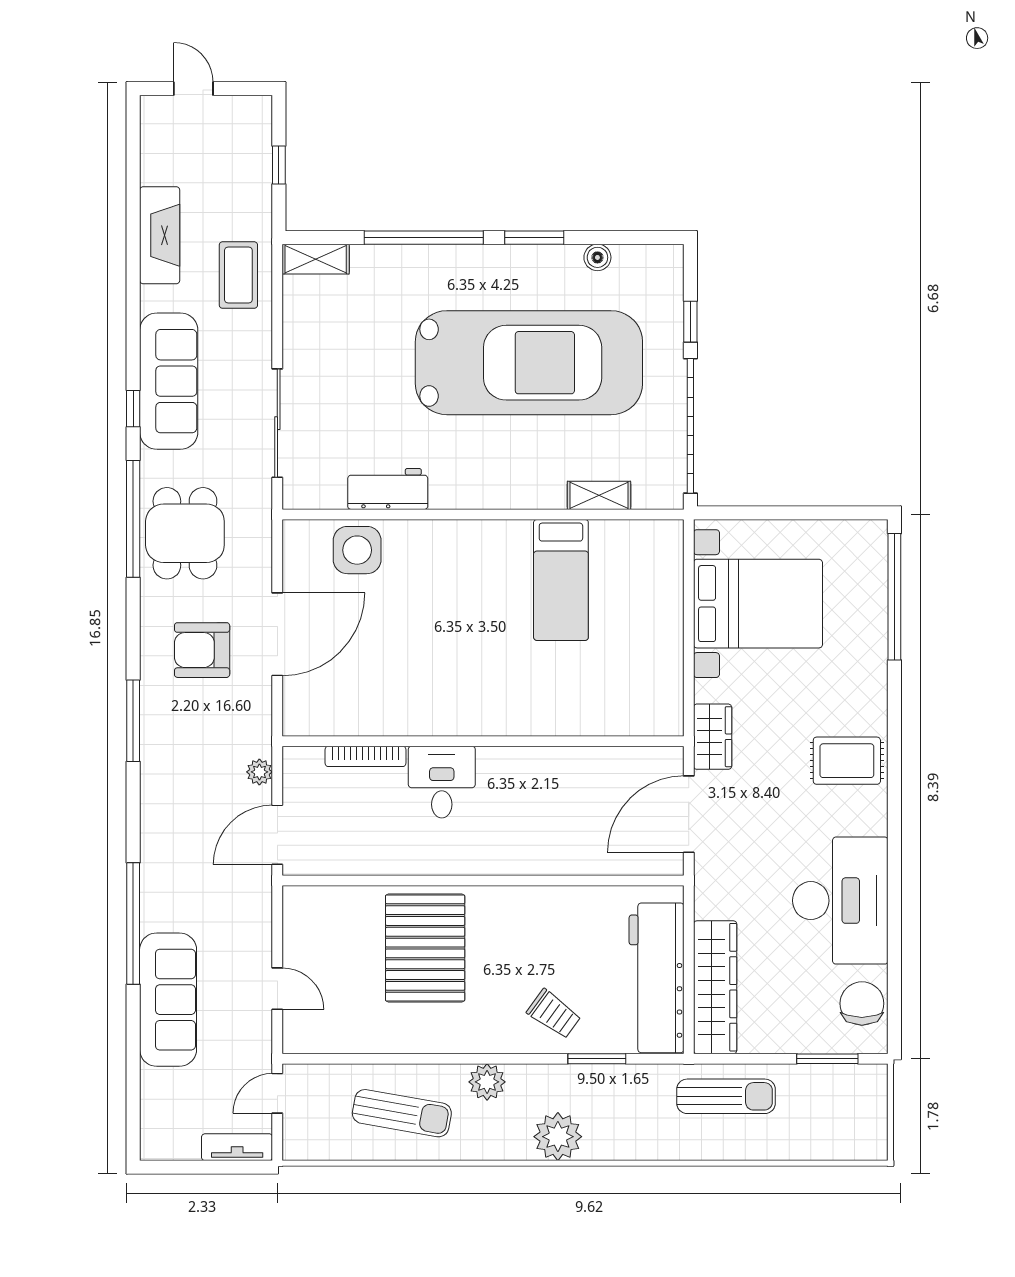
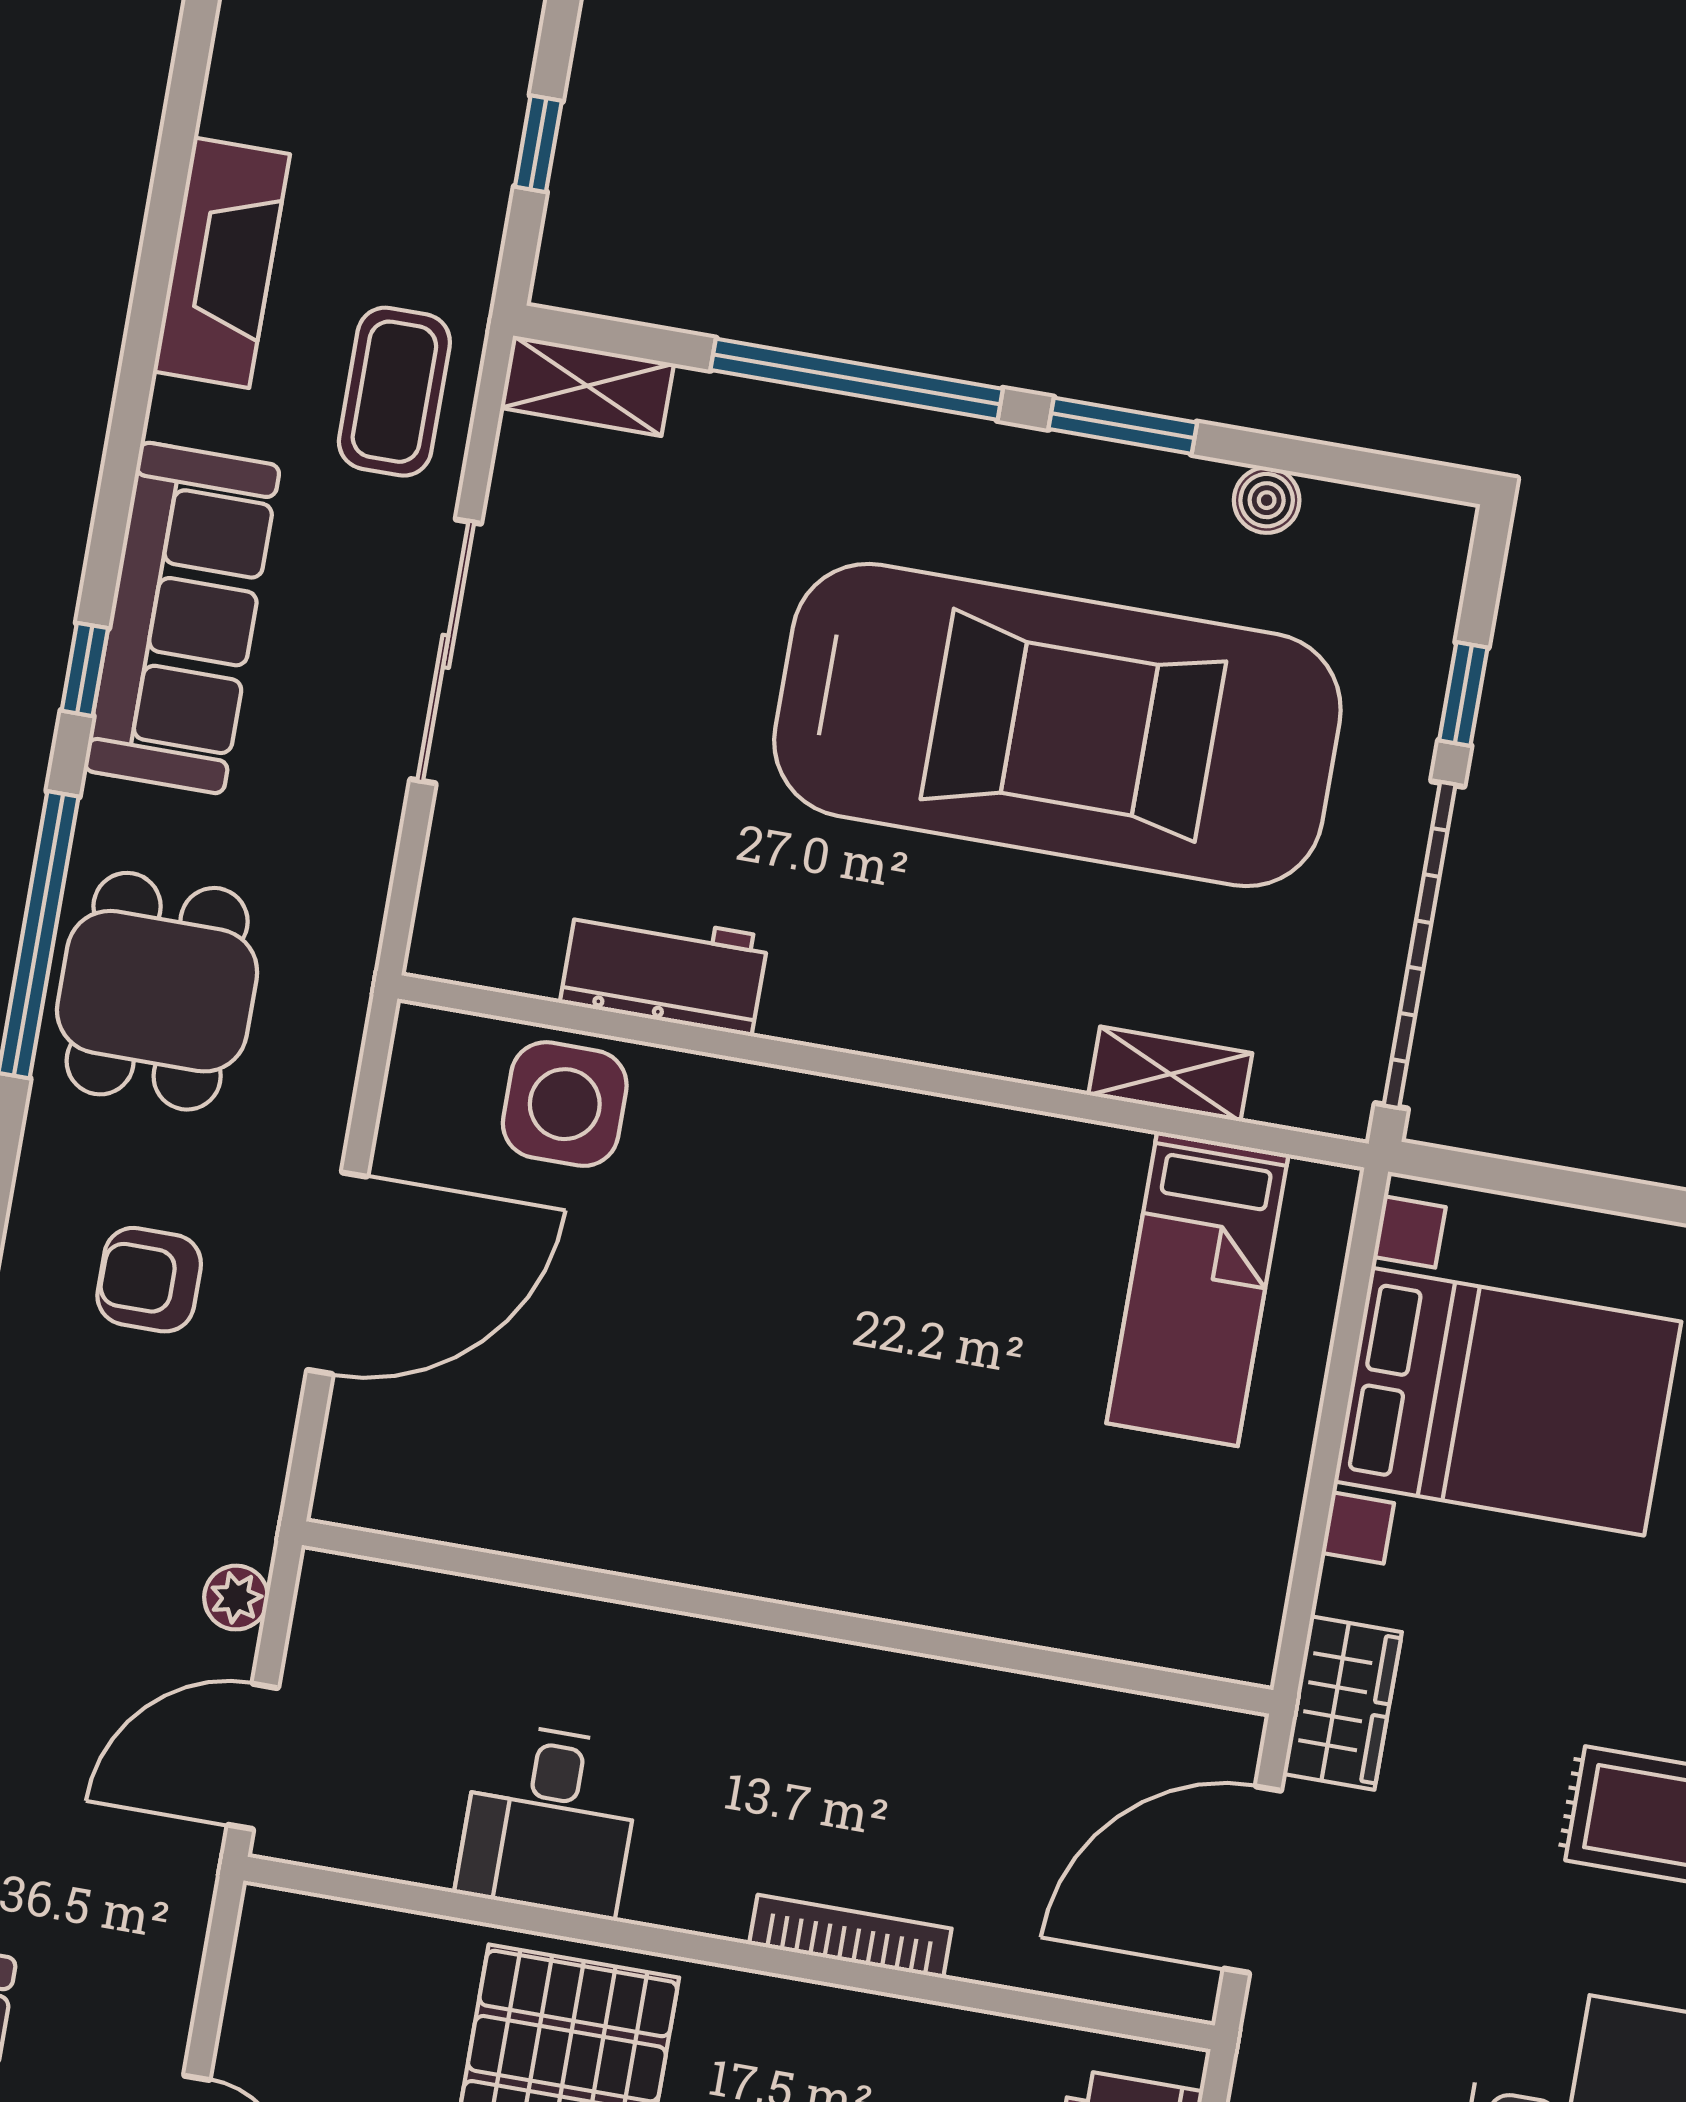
sliding door: (277, 423) -> (446, 651), moved
bed: (561, 580) -> (1198, 1289), moved
armchair: (202, 650) -> (149, 1280), width x0.72, depth x0.72
bookcase: (365, 756) -> (850, 1936), moved, turned 180
desk: (442, 782) -> (549, 1820), moved, turned 180

